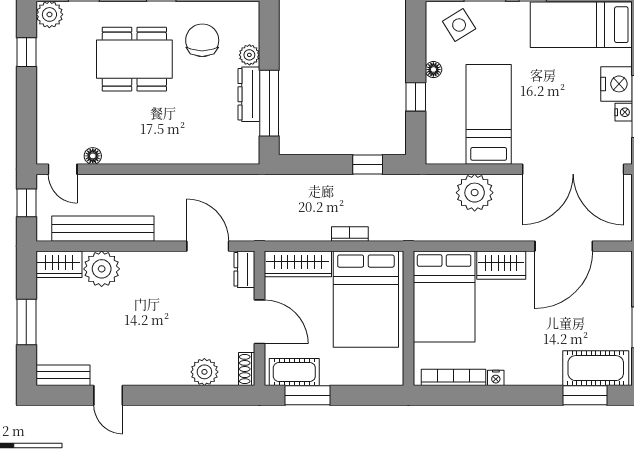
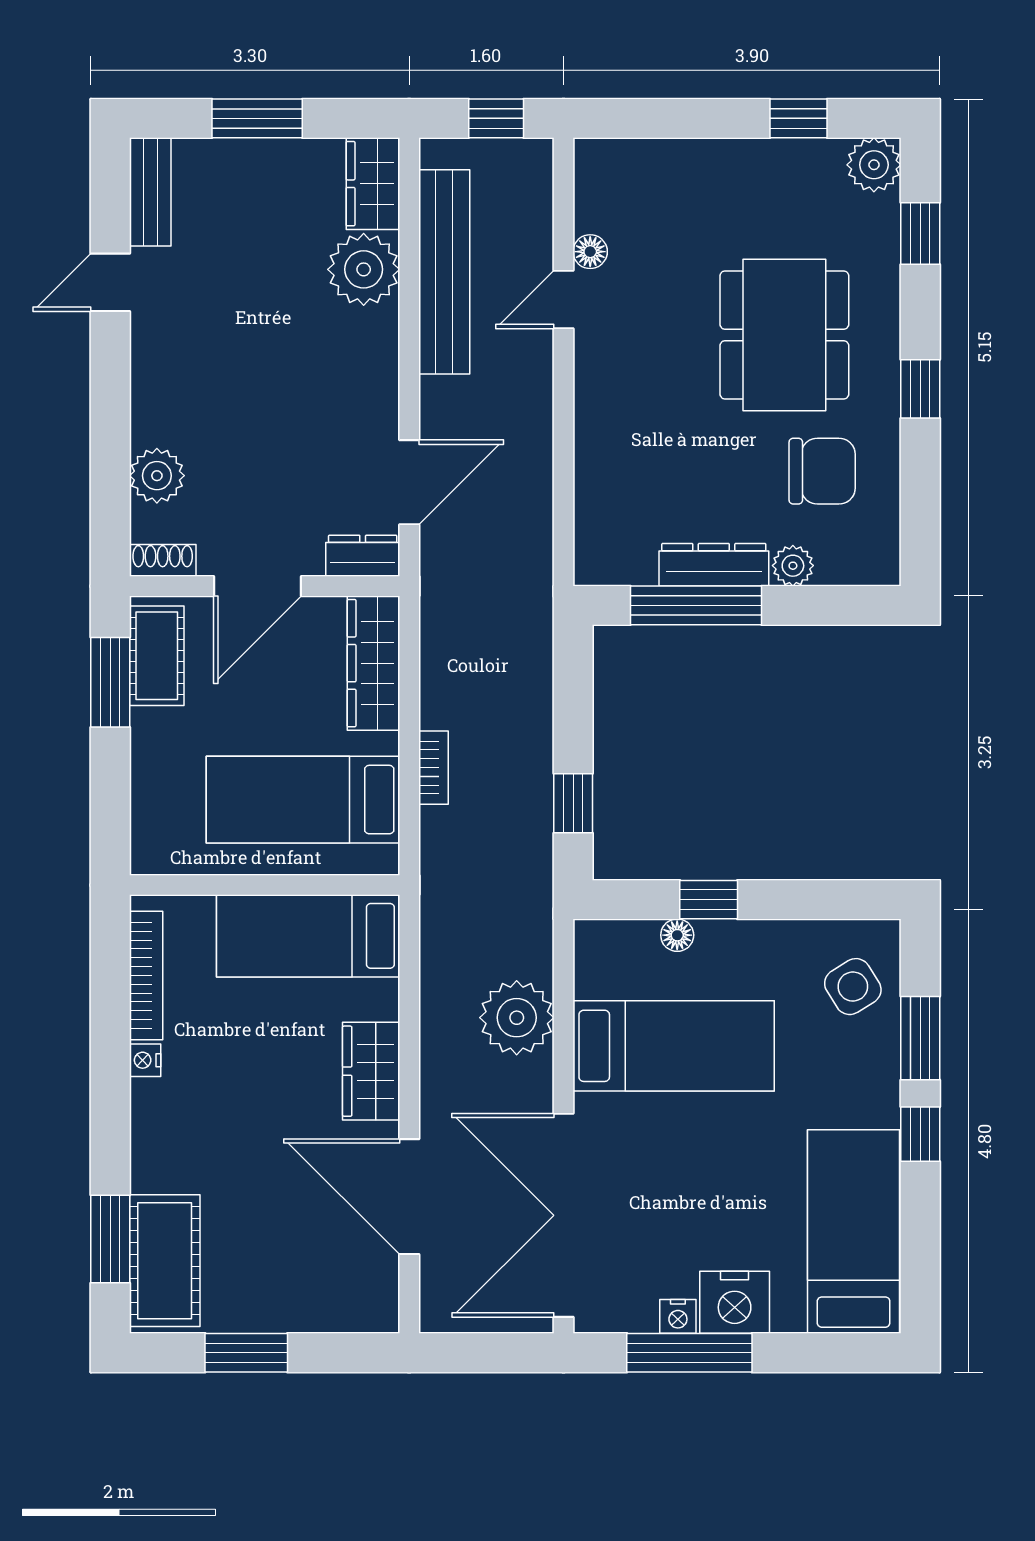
floor lamp: (433, 70) -> (677, 935), moved
door: (63, 169) -> (563, 300), moved
bed: (444, 297) -> (308, 936), width x0.67
bed: (366, 299) -> (303, 800), width x0.67

